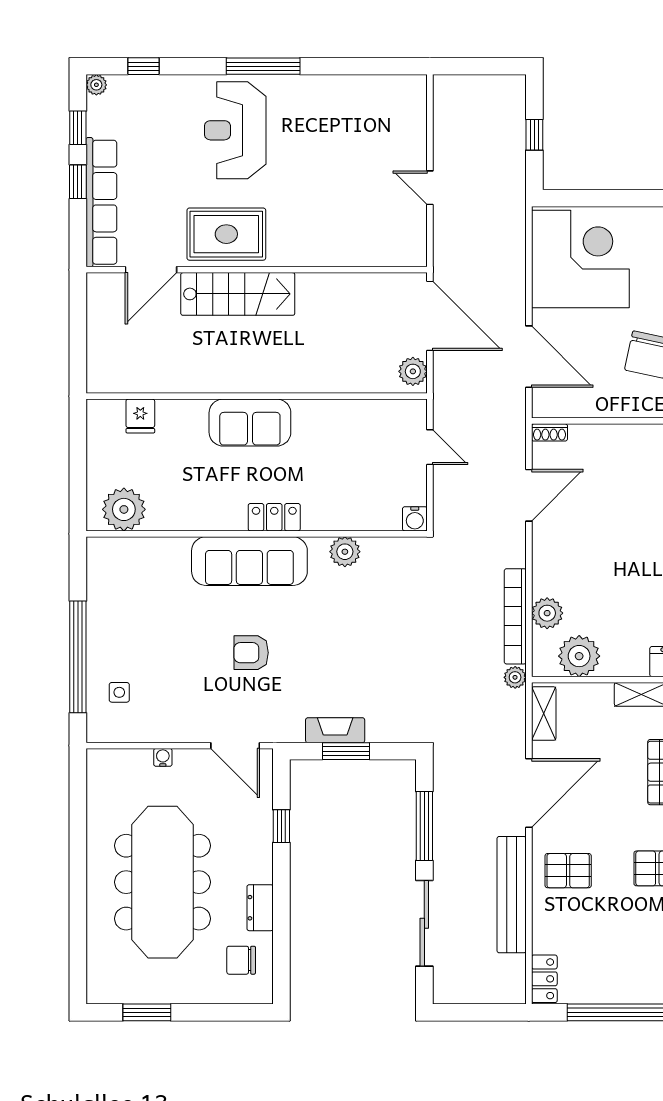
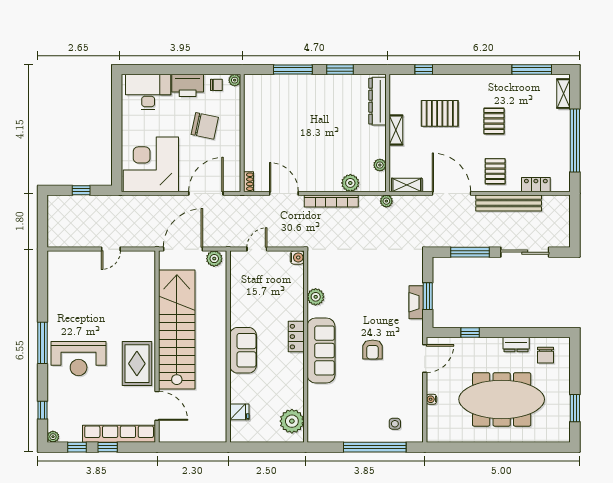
stairs: (238, 294) -> (177, 330), width x1.86, depth x1.51
bookcase: (515, 616) -> (331, 201), moved
plant: (579, 656) -> (380, 165), width x0.53, depth x0.53
locker: (544, 979) -> (536, 185), moved

